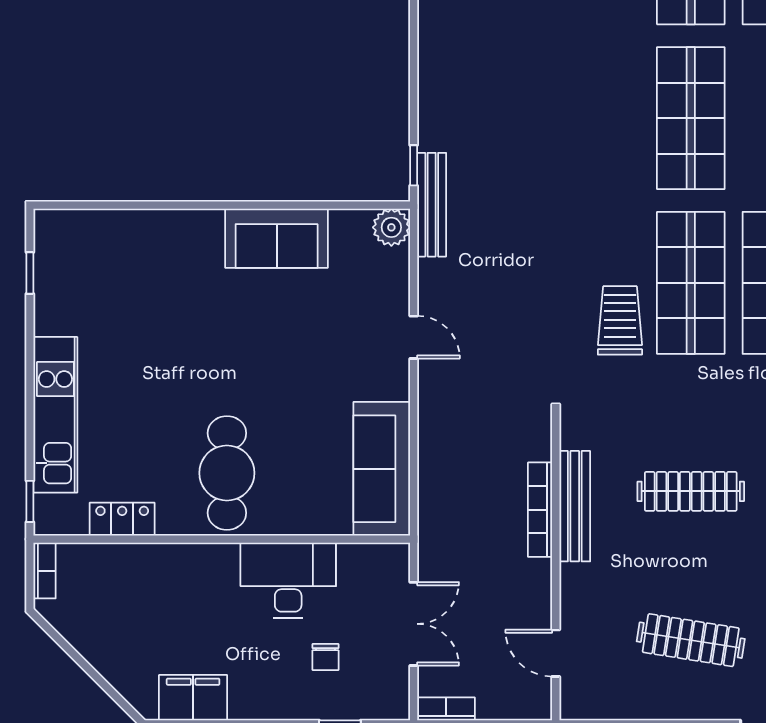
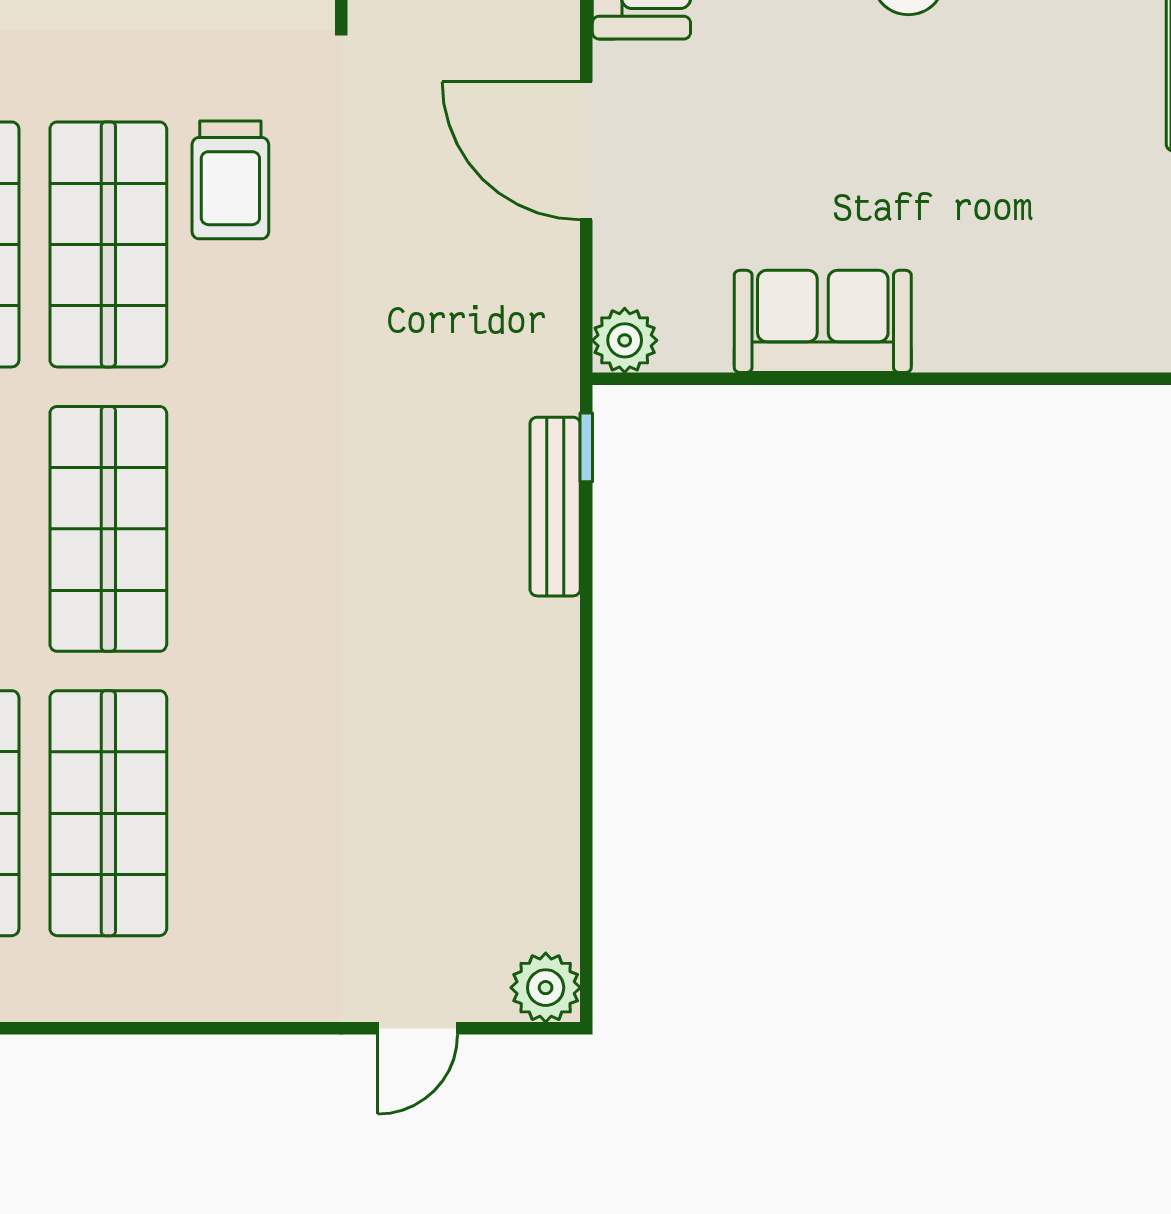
bench: (432, 205) -> (555, 507), moved
door: (414, 337) -> (586, 151), width x1.88

